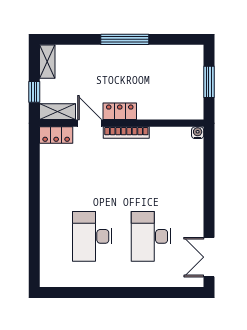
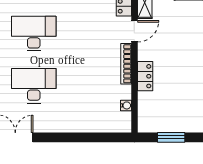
locker: (120, 111) -> (145, 76), moved
water cooler: (198, 133) -> (126, 105), moved

